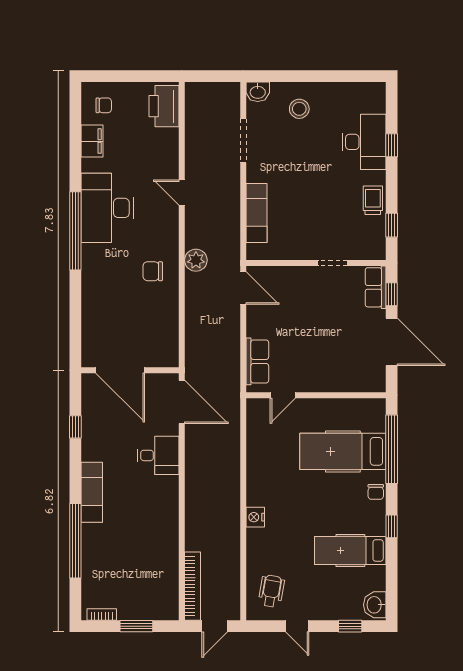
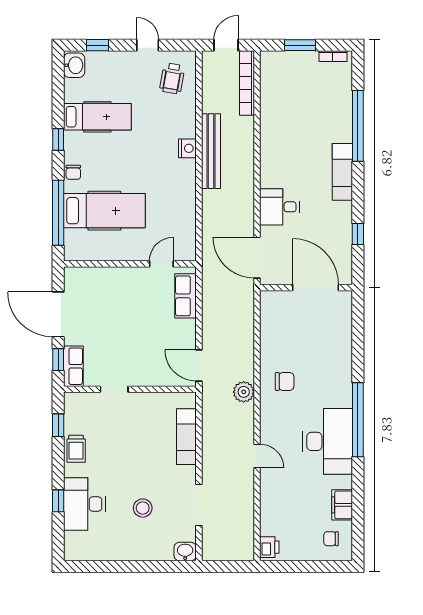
printer: (164, 106) -> (269, 547), width x0.53, depth x0.68
stool: (299, 109) -> (143, 508), moved
chair: (376, 492) -> (73, 172), turned 180
bench: (230, 514) -> (211, 151), added

